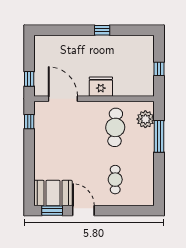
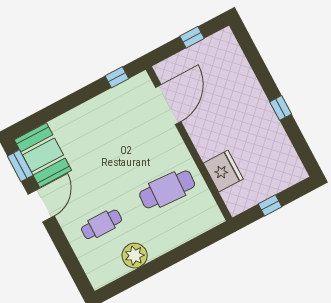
window: (29, 79) -> (192, 37), moved
fridge: (101, 87) -> (223, 171), moved
plant: (145, 119) -> (135, 256), moved
window: (159, 136) -> (185, 251), removed

